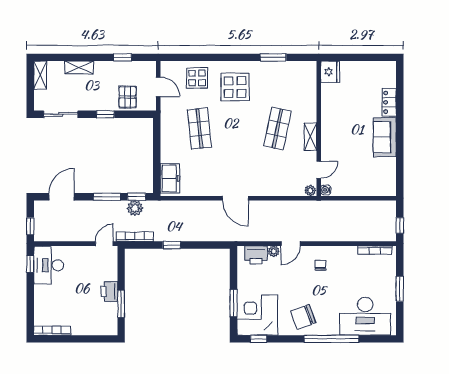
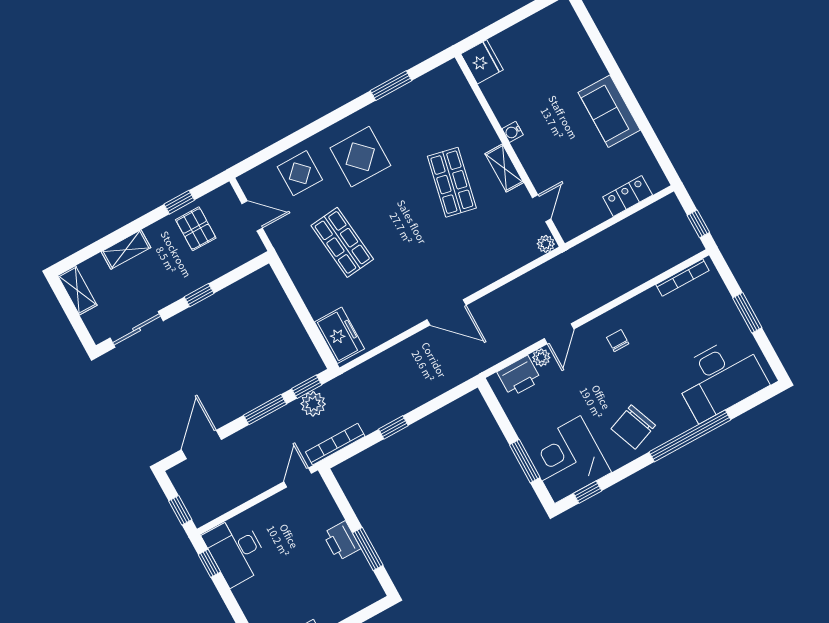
pallet: (127, 97) -> (196, 229), moved
locker: (389, 102) -> (628, 196), moved, turned 90
water cooler: (326, 190) -> (513, 132), moved

